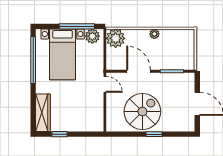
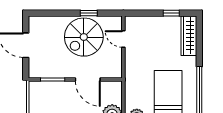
door: (105, 84) -> (123, 39), moved
window: (154, 134) -> (89, 13), moved

